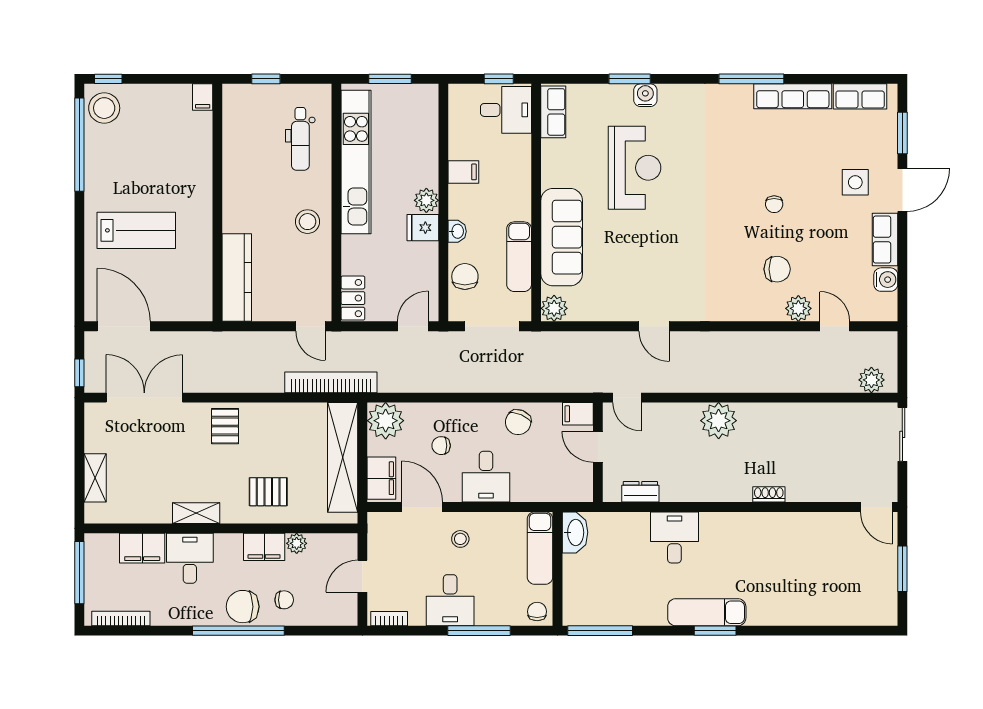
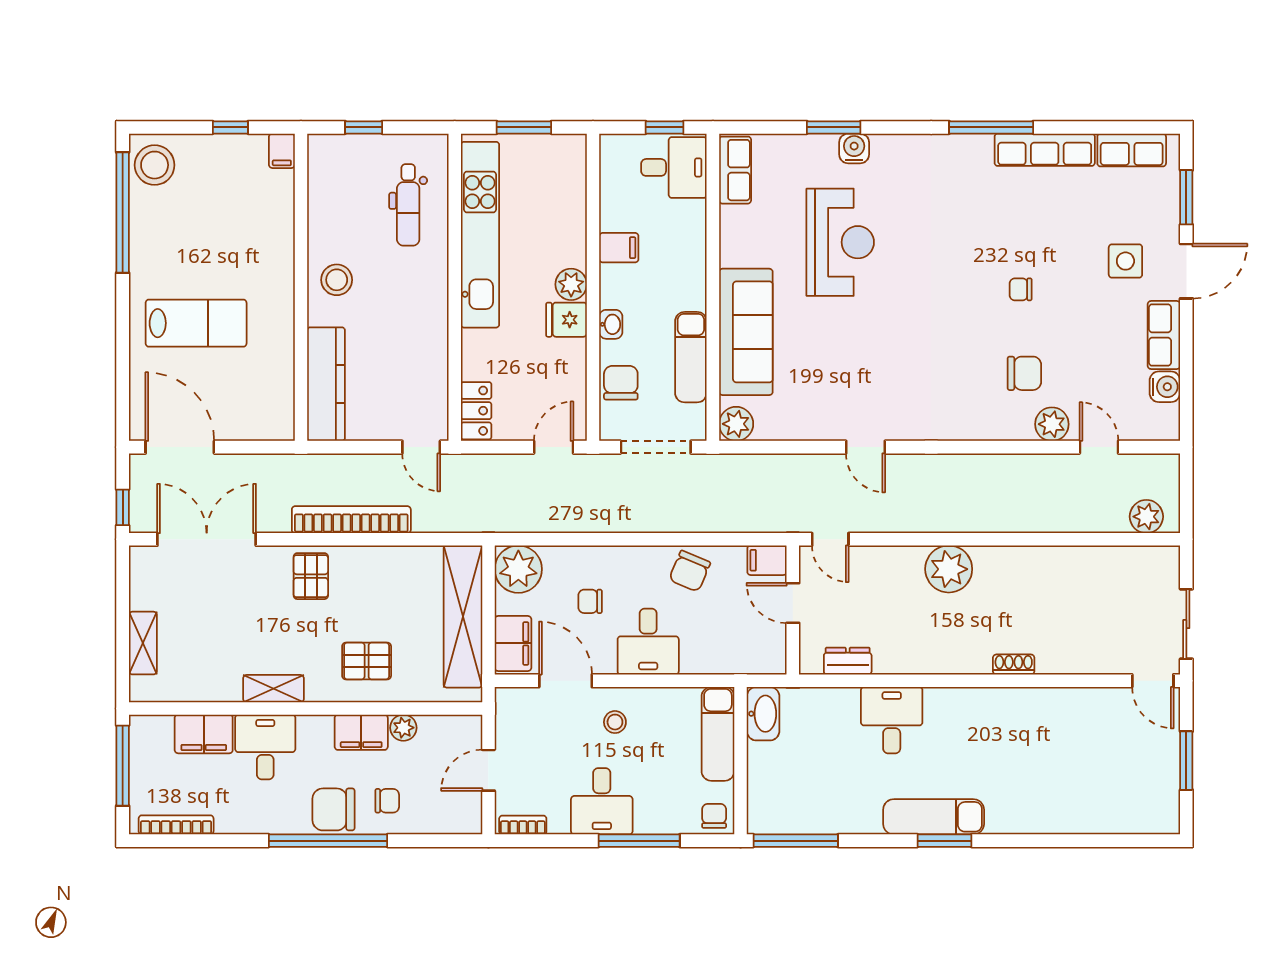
window: (108, 79) -> (230, 127), moved
chair: (774, 204) -> (1021, 289), turned 90
stool: (308, 222) -> (337, 280), moved
bookcase: (331, 382) -> (351, 520), moved
sliding door: (902, 434) -> (1186, 624), moved

